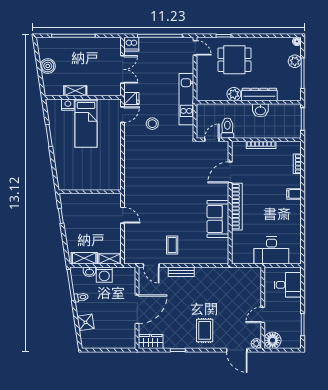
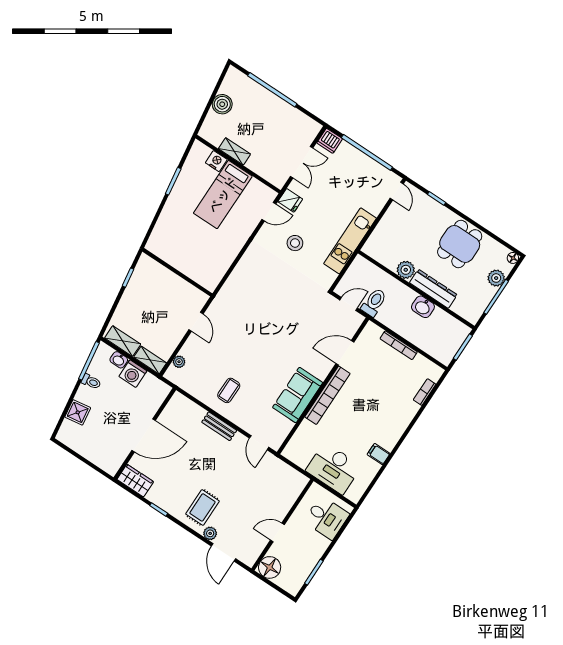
dining table: (234, 60) -> (460, 244), moved, turned 90
filing cabinet: (294, 194) -> (379, 454), moved
plant: (129, 248) -> (179, 362), added
door: (151, 265) -> (259, 443), moved
plant: (256, 344) -> (210, 533), moved

